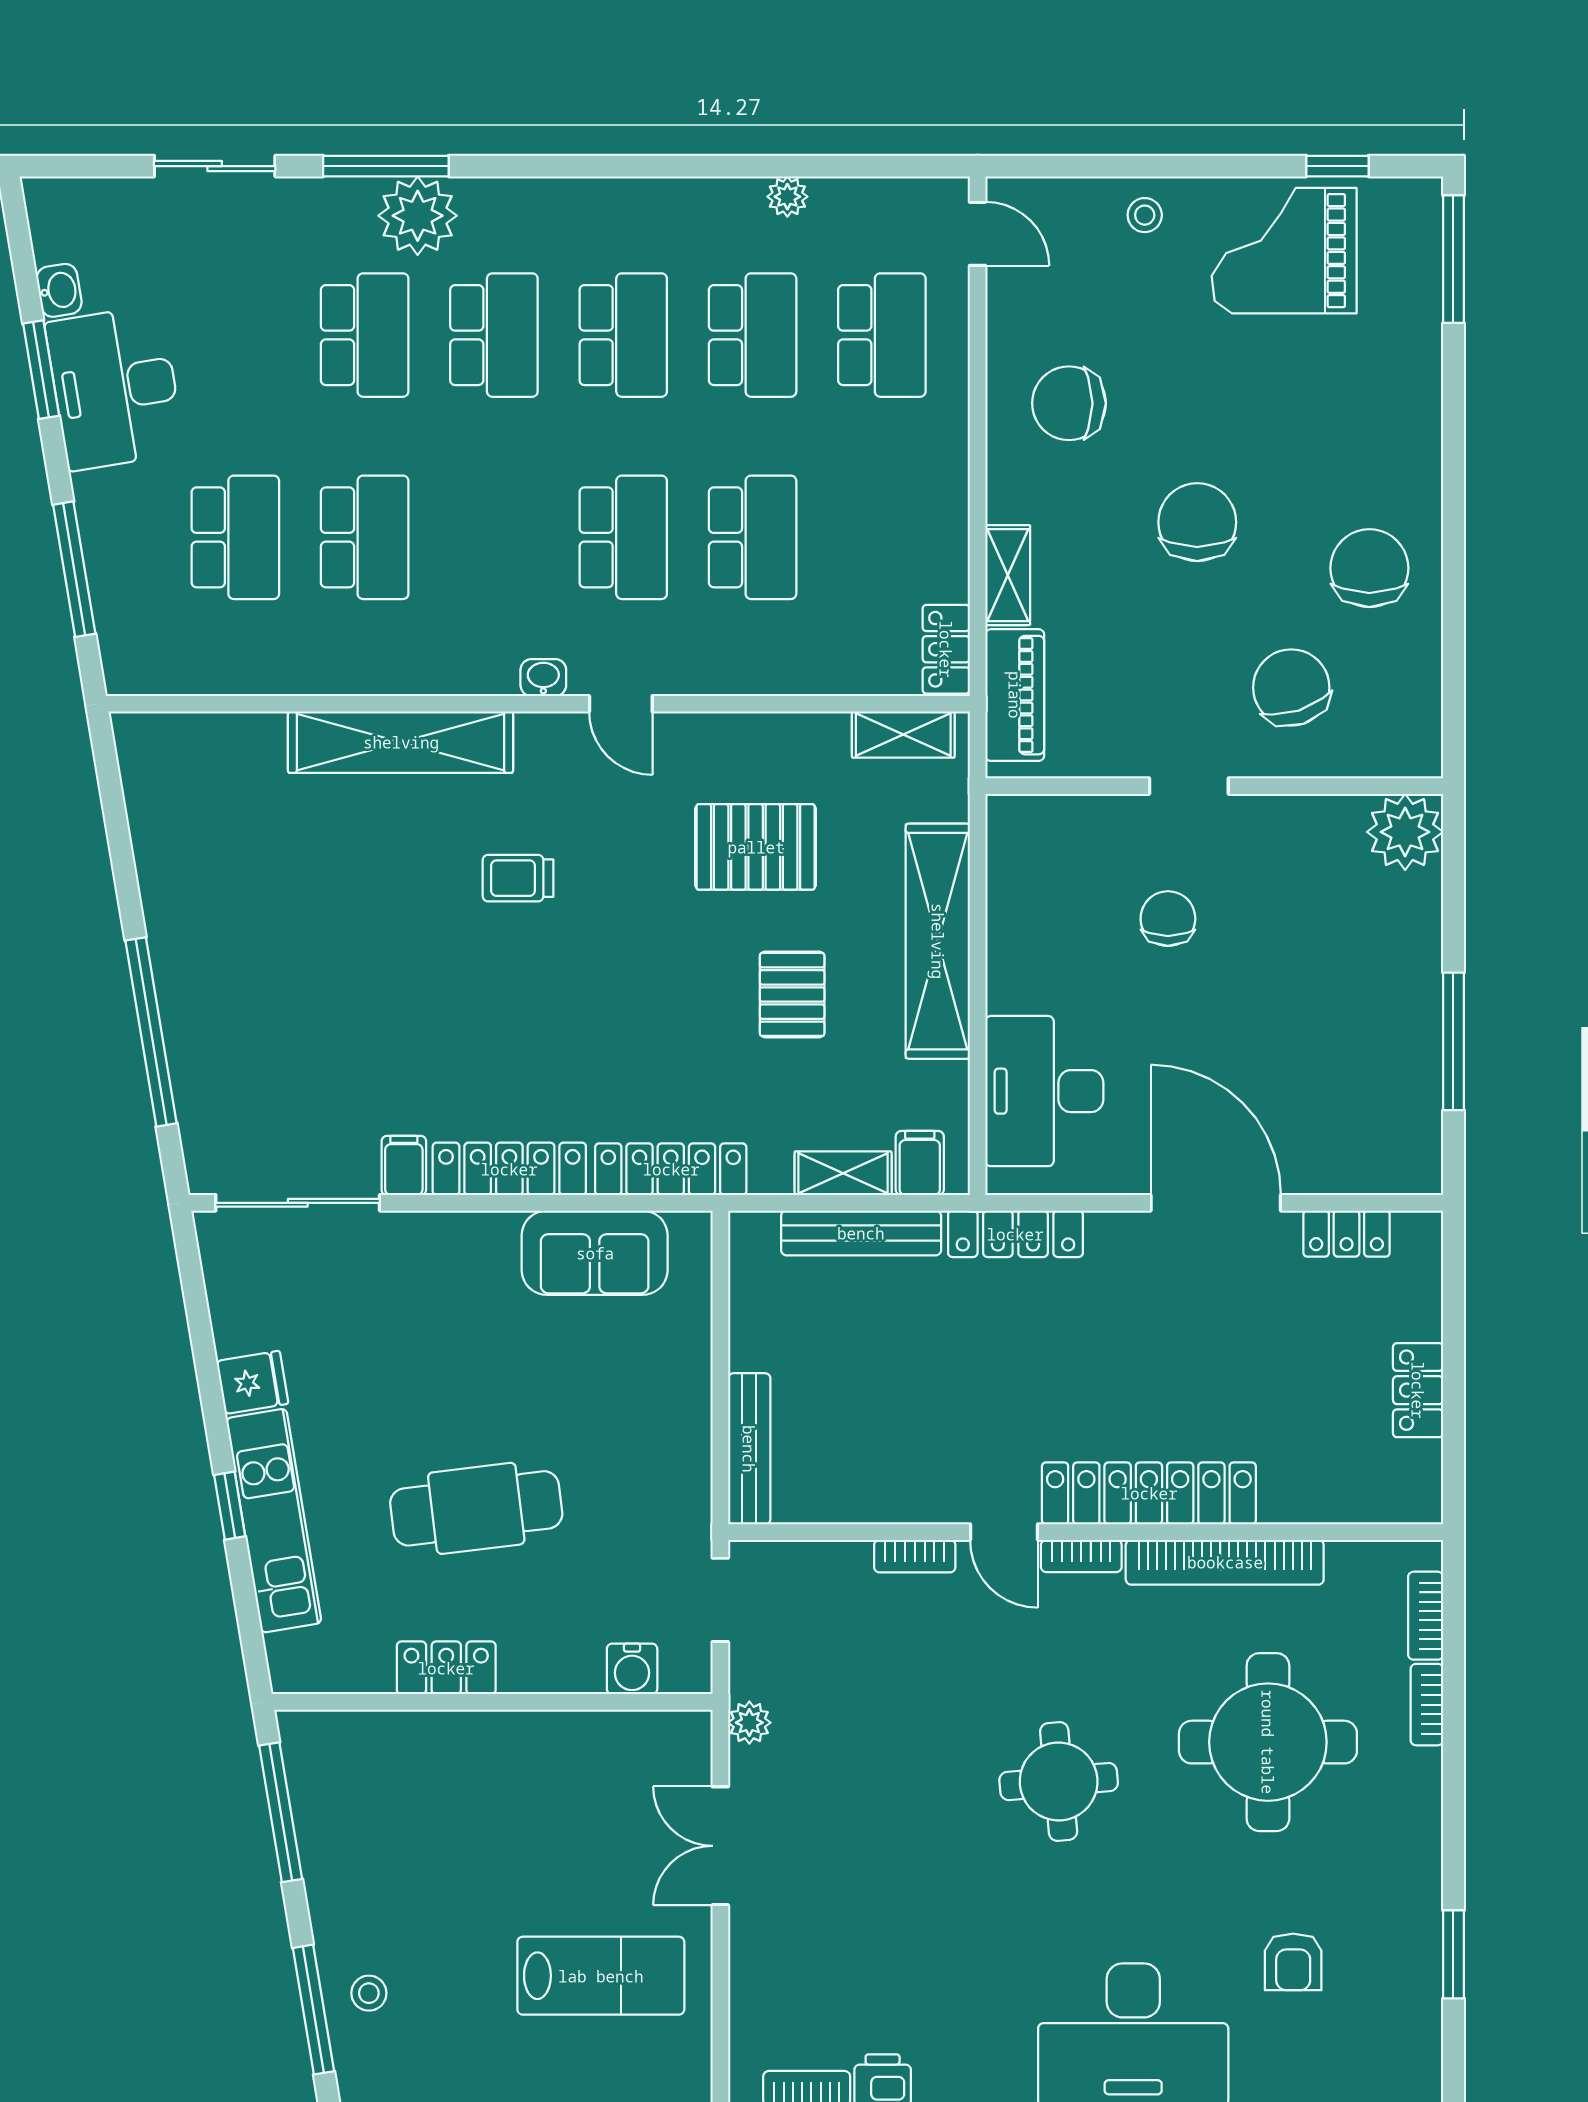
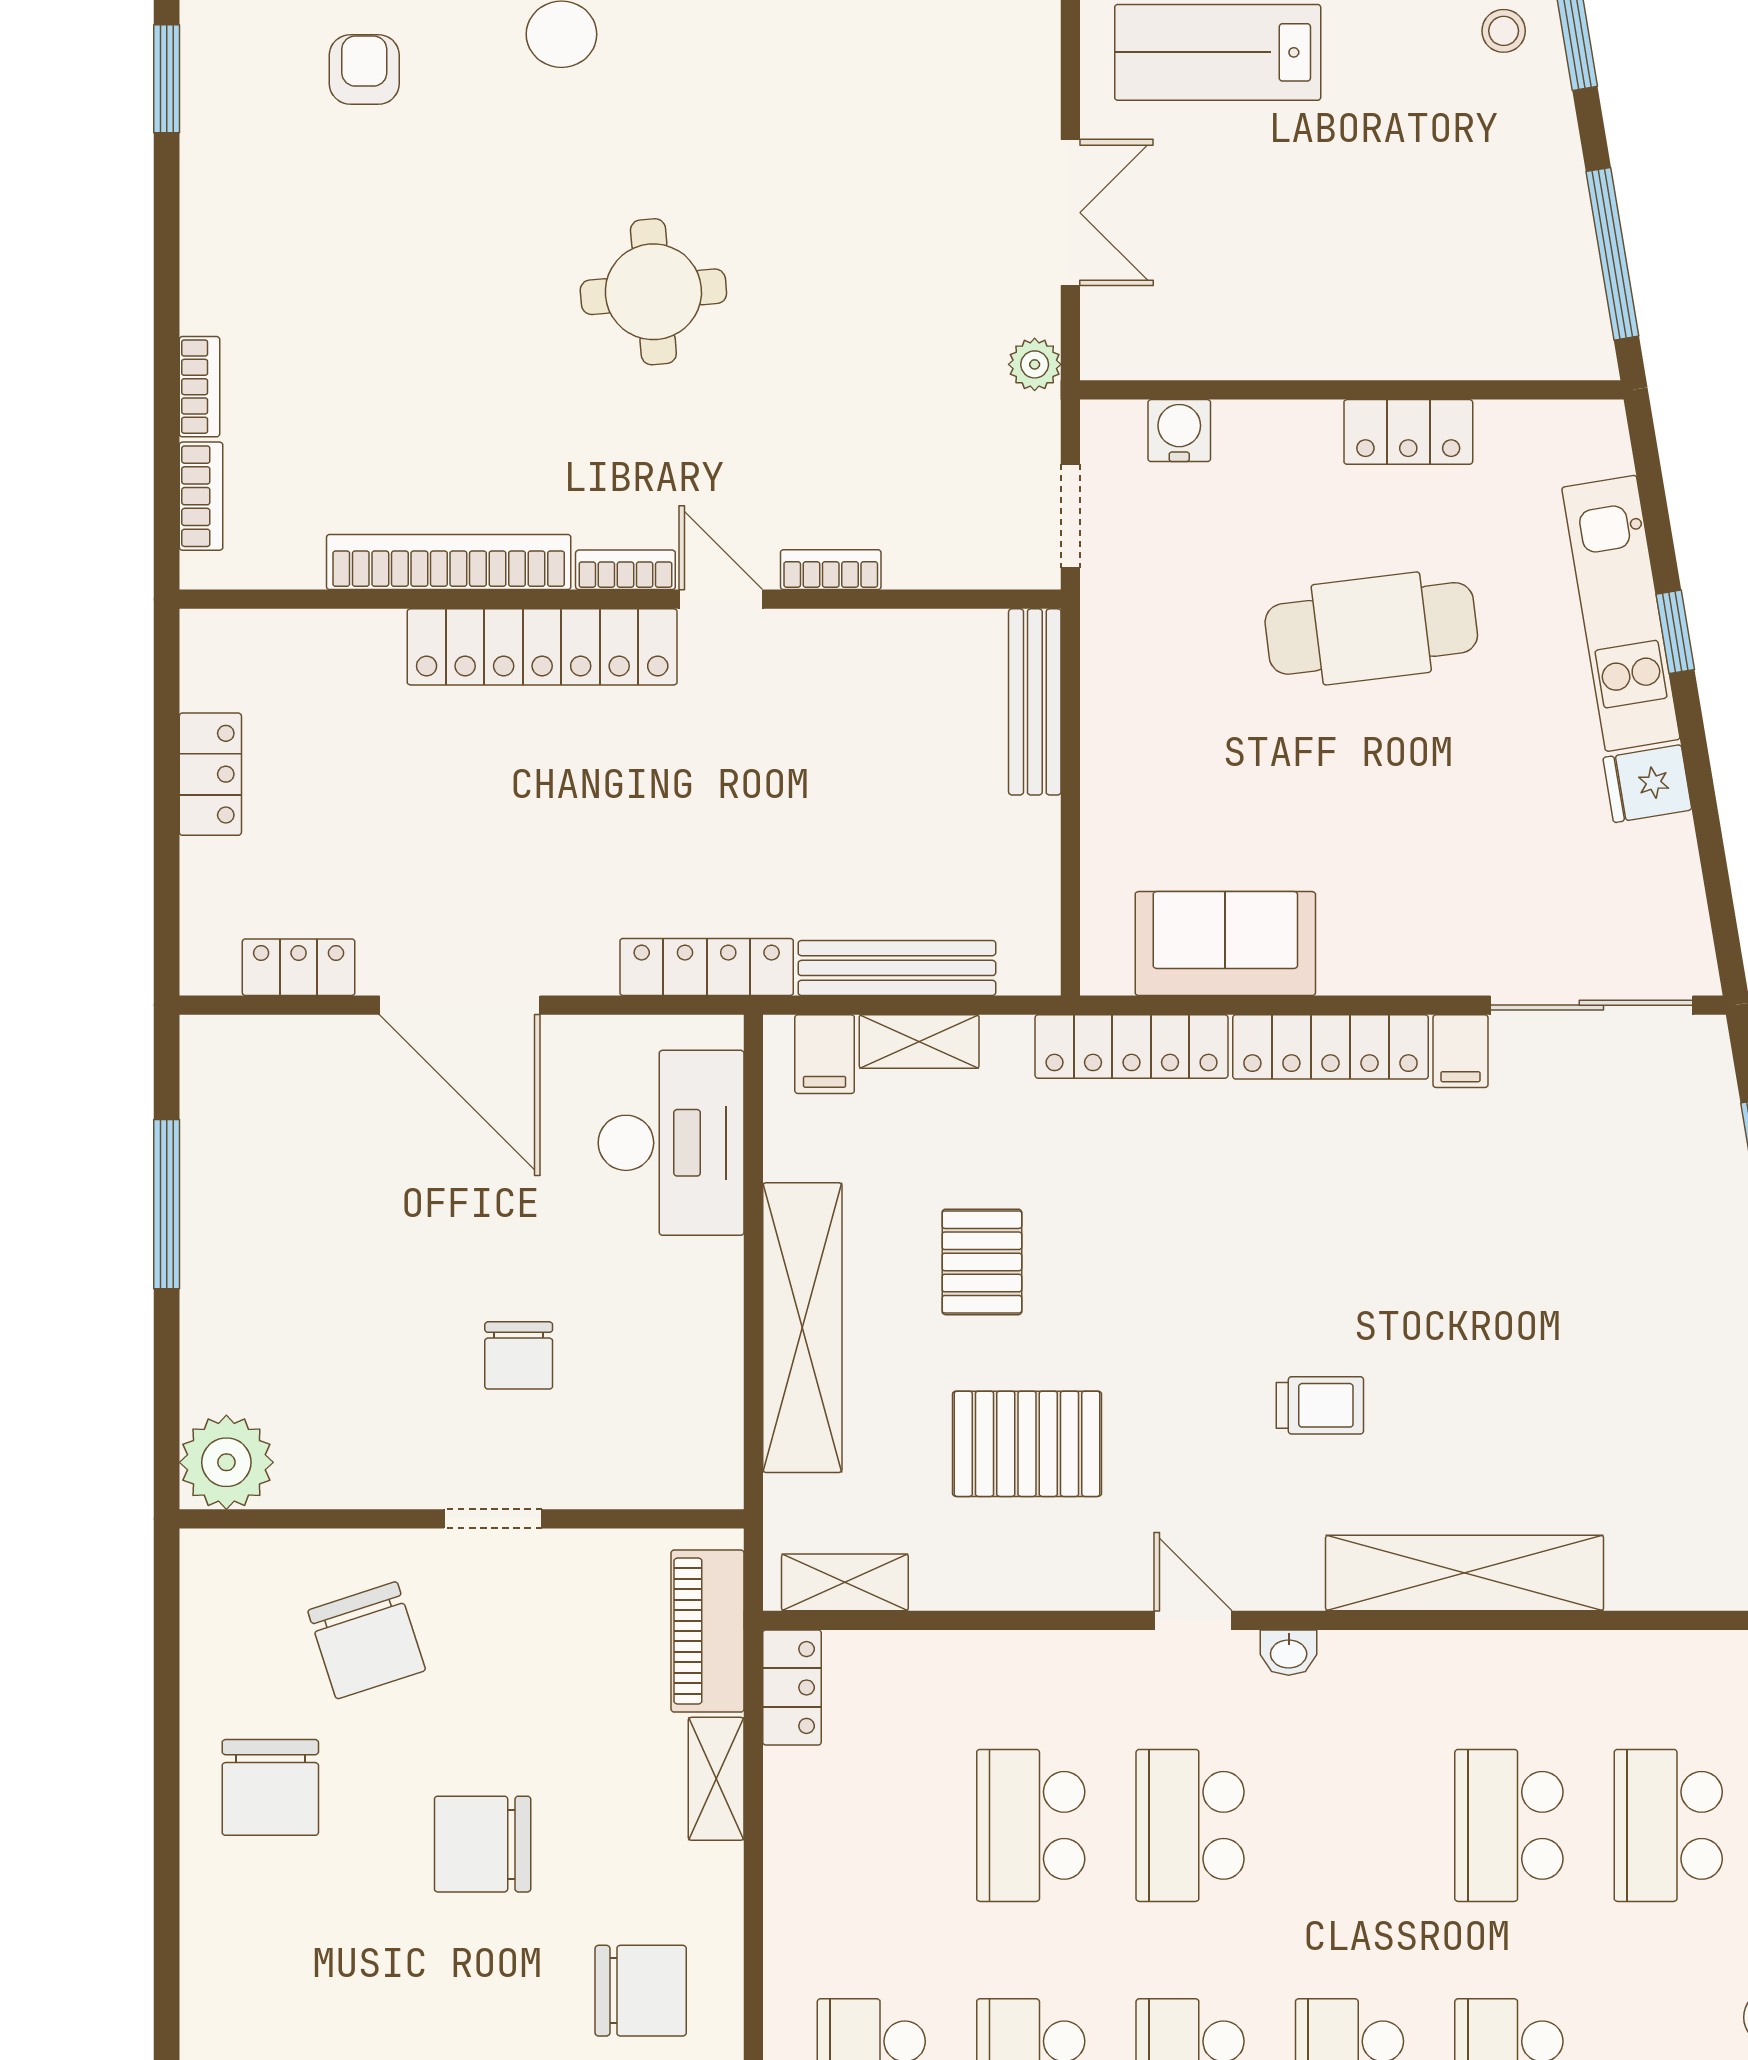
chair: (1197, 522) -> (483, 1844), turned 90
round table: (1268, 1742) -> (395, 340), removed

